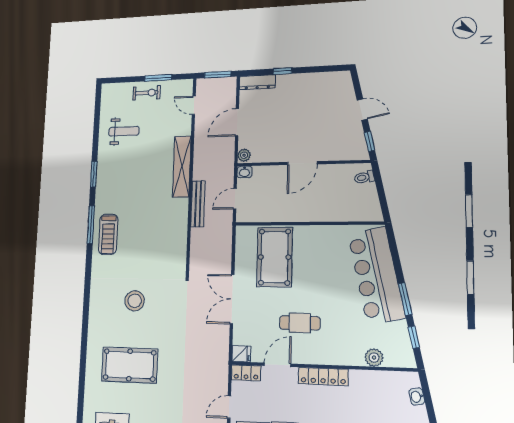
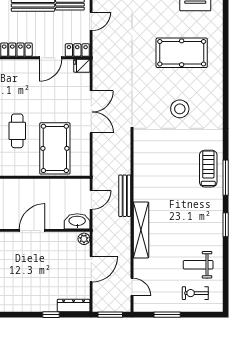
exercise bike: (147, 93) -> (195, 293), moved
washbasin: (244, 172) -> (77, 221), width x1.91, depth x1.45
cafe table: (300, 323) -> (17, 131), moved, turned 90

